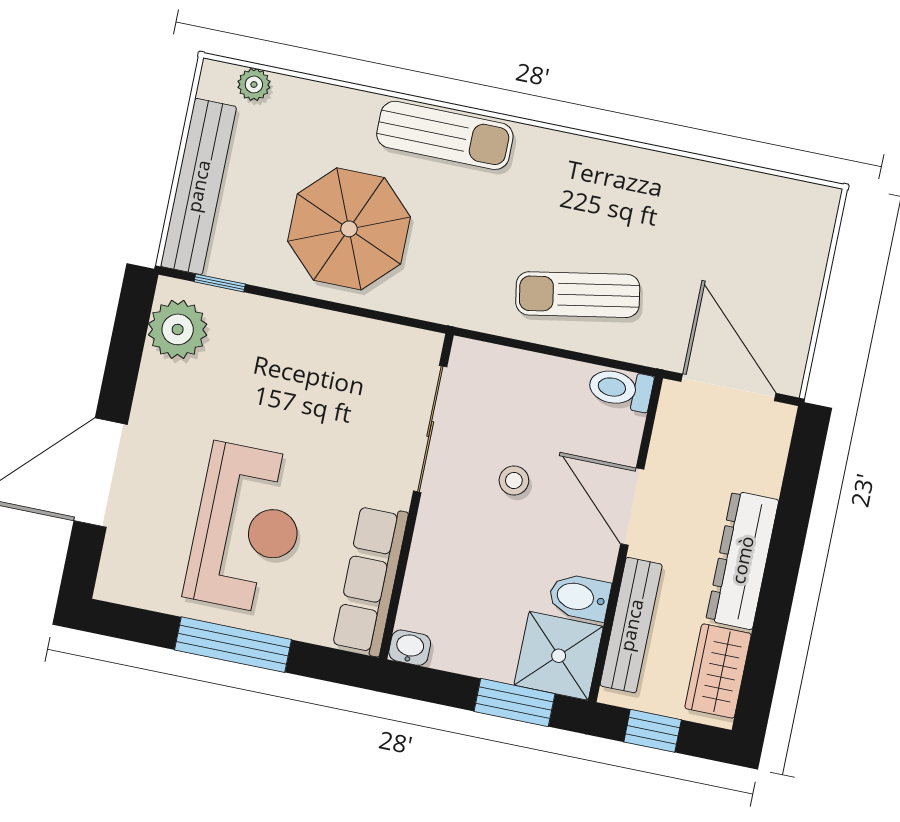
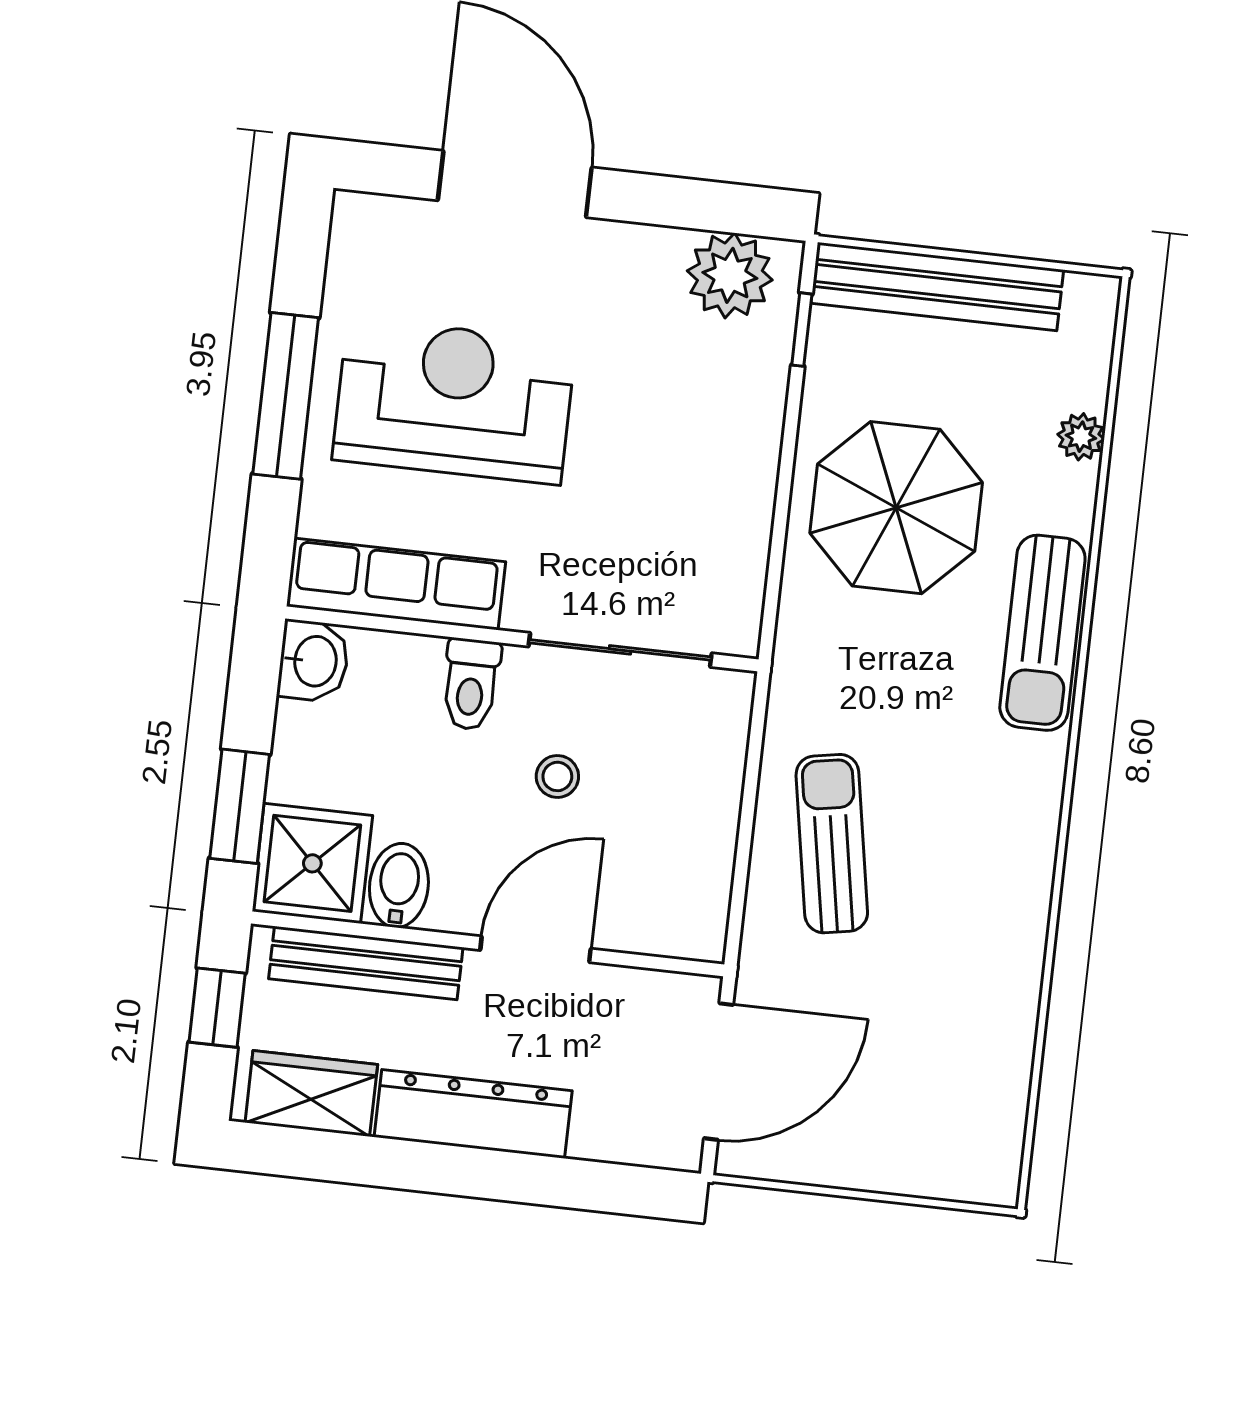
plant: (254, 85) -> (1081, 437), moved
toilet: (620, 389) -> (471, 684), moved, turned 180
reception desk: (247, 528) -> (454, 401), turned 180
washbasin: (410, 648) -> (314, 661), width x1.38, depth x1.45

